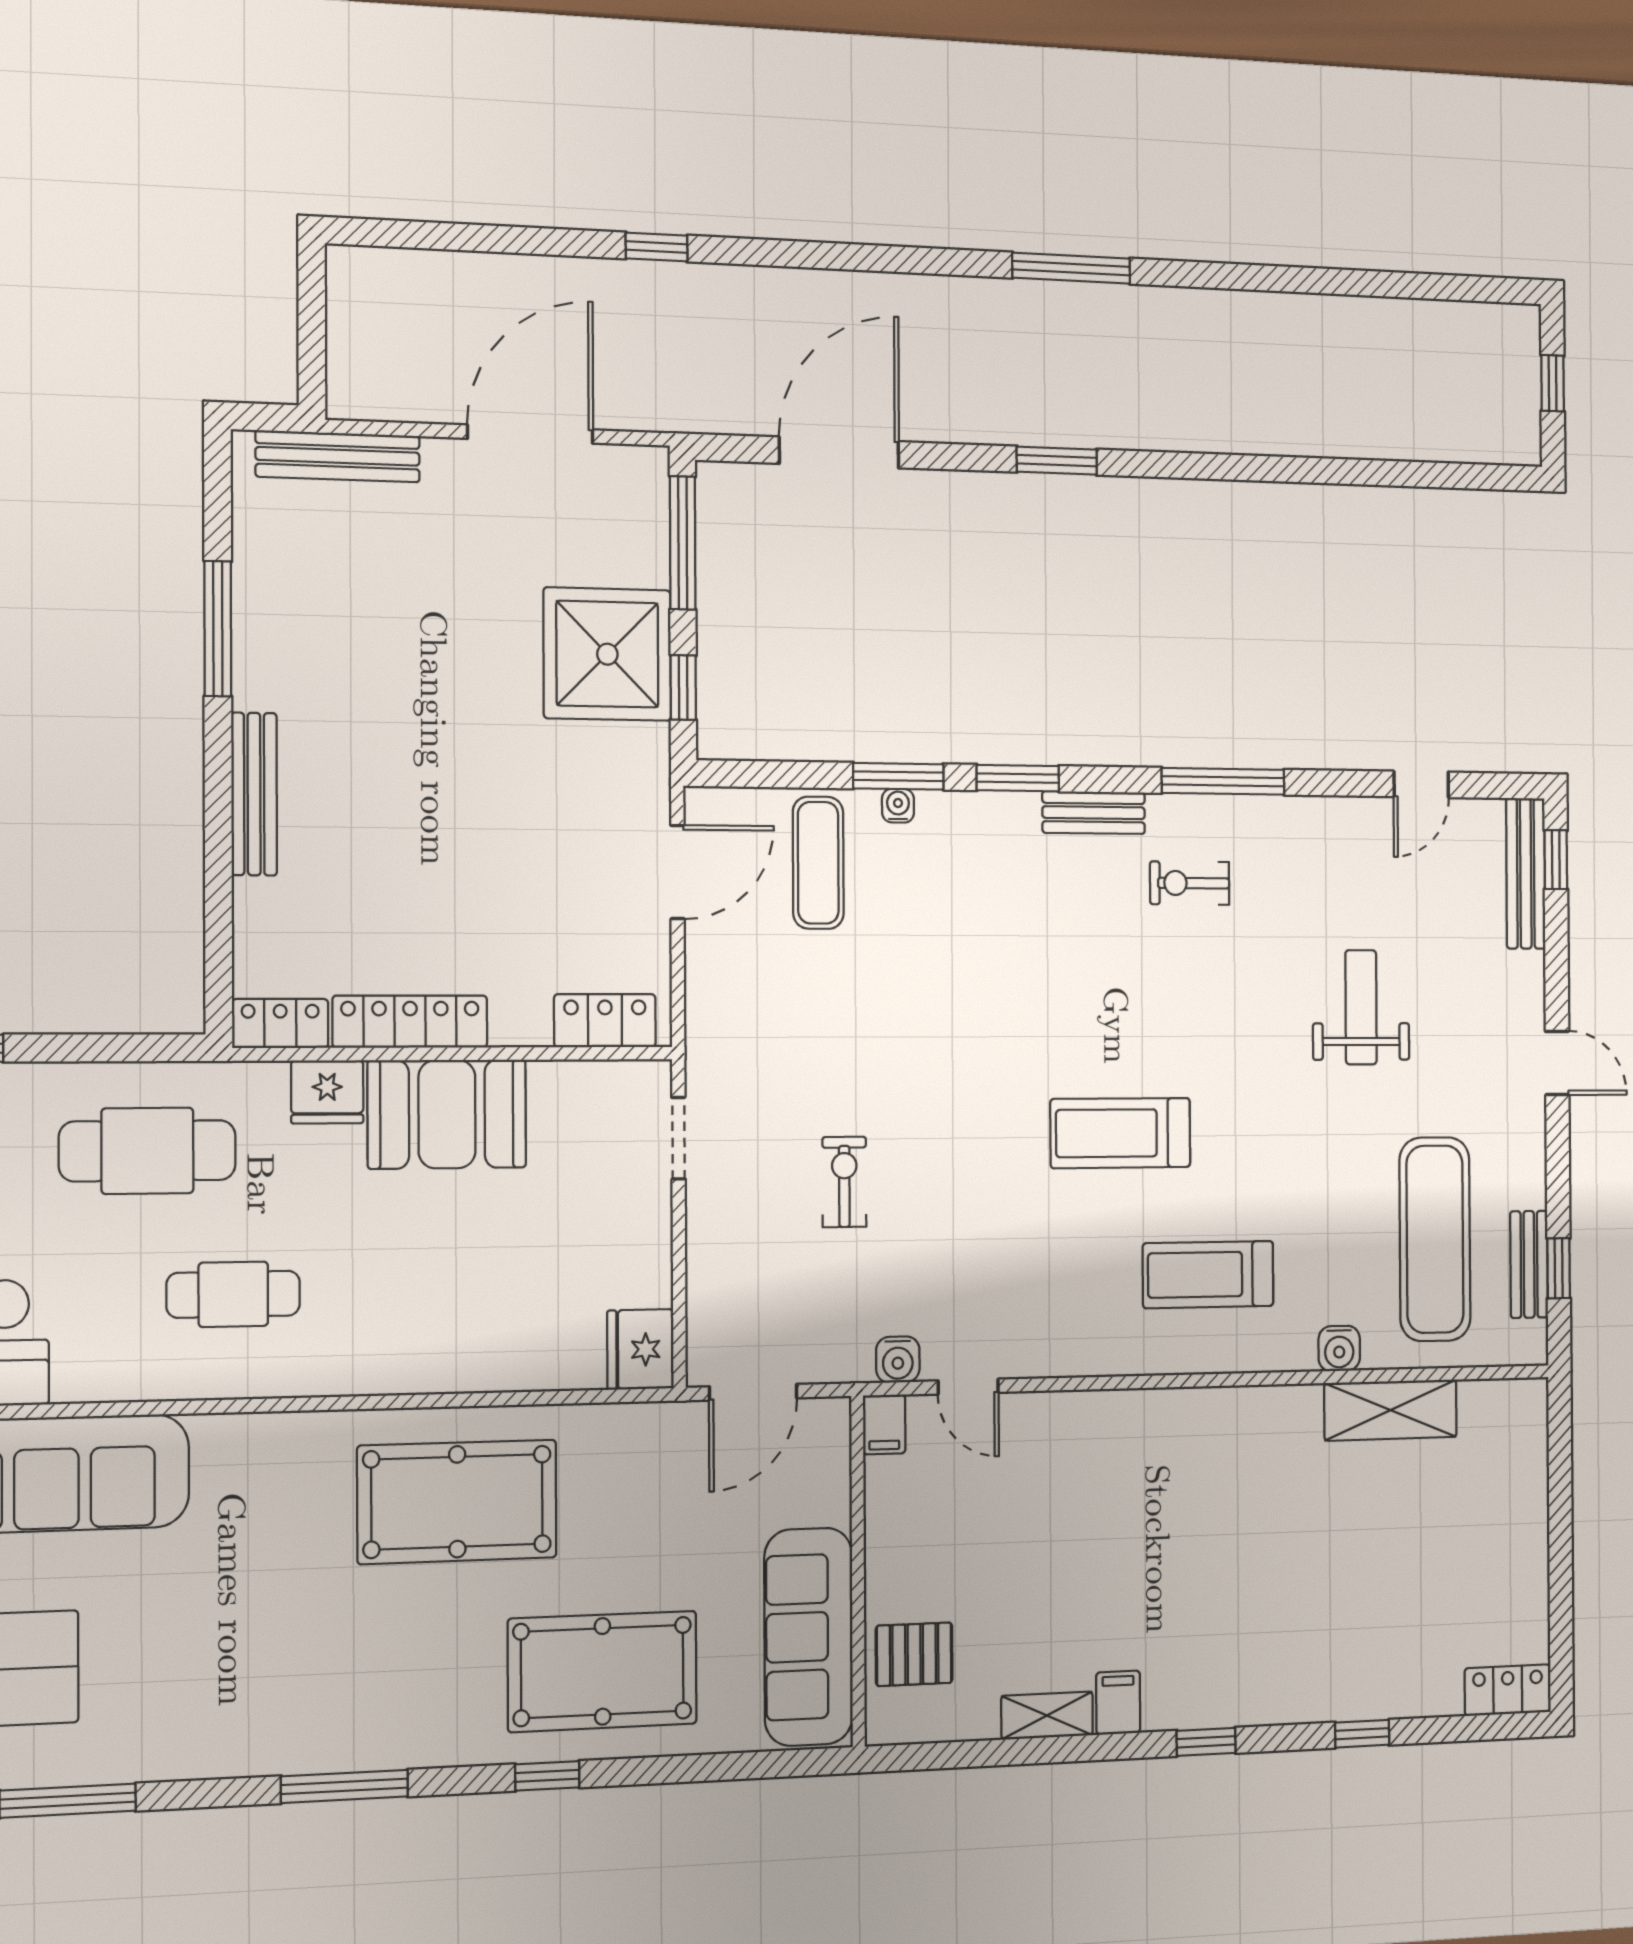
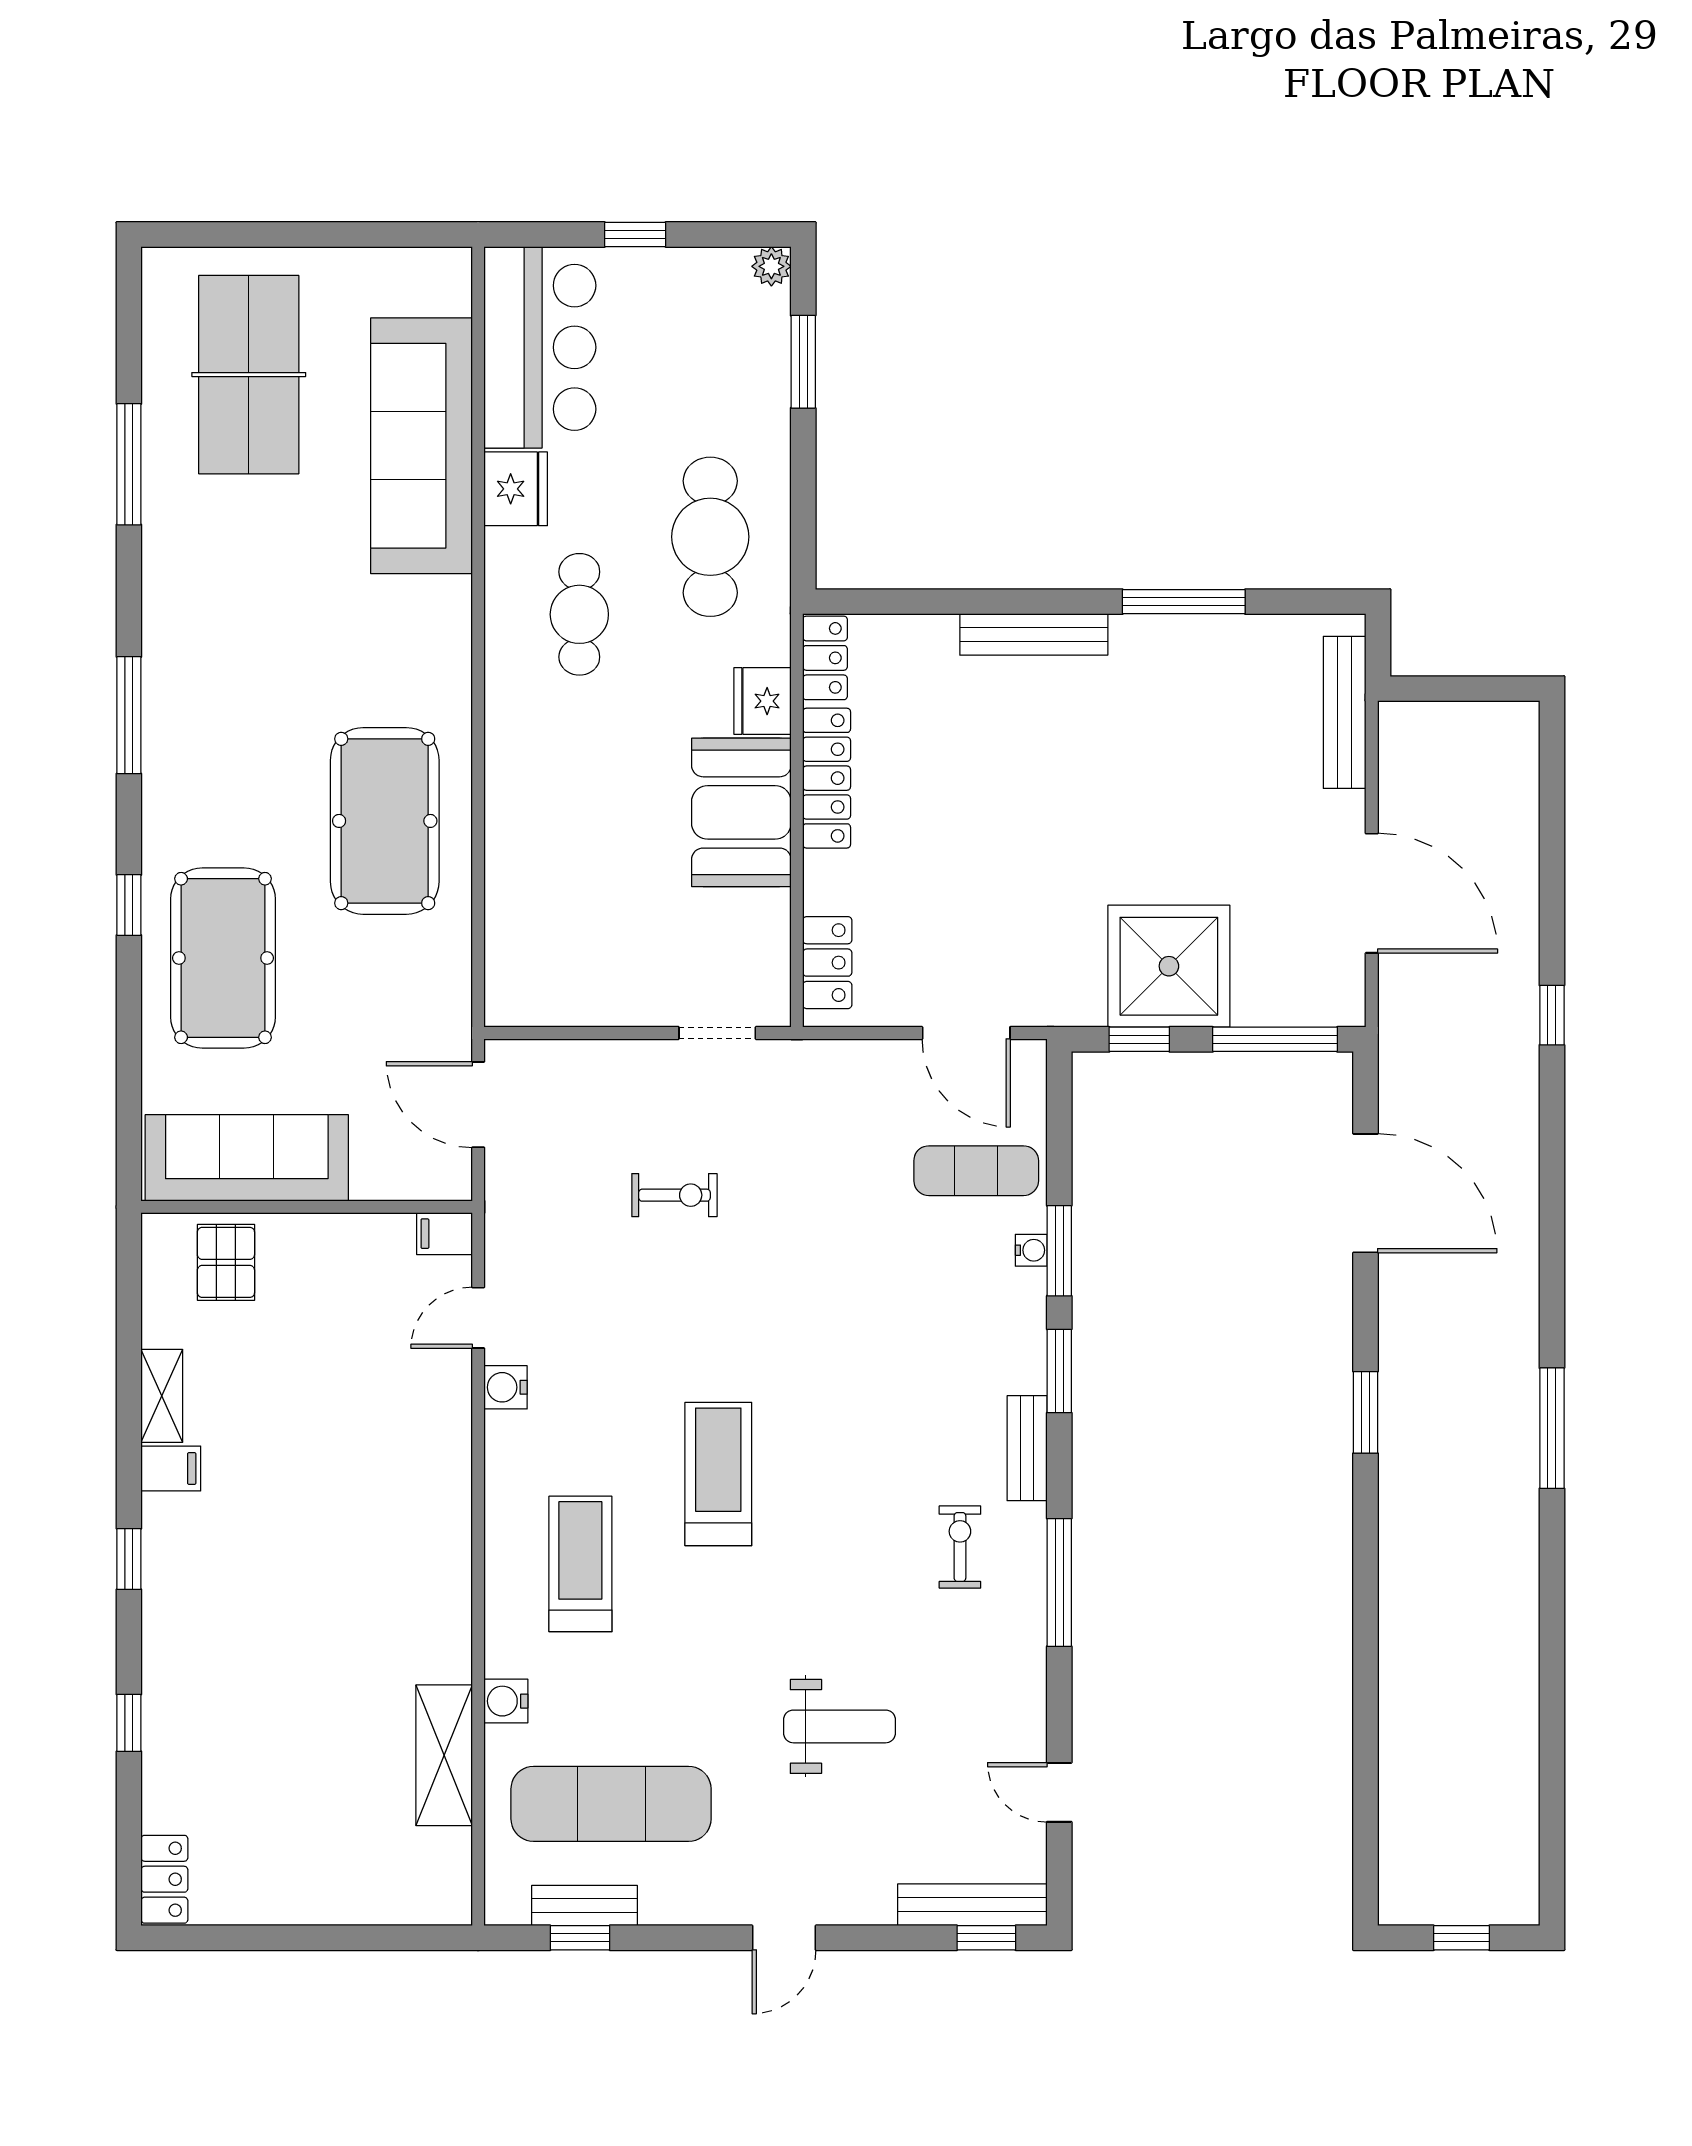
fridge: (640, 1349) -> (516, 489), moved, turned 90
water cooler: (898, 1360) -> (506, 1387), moved

